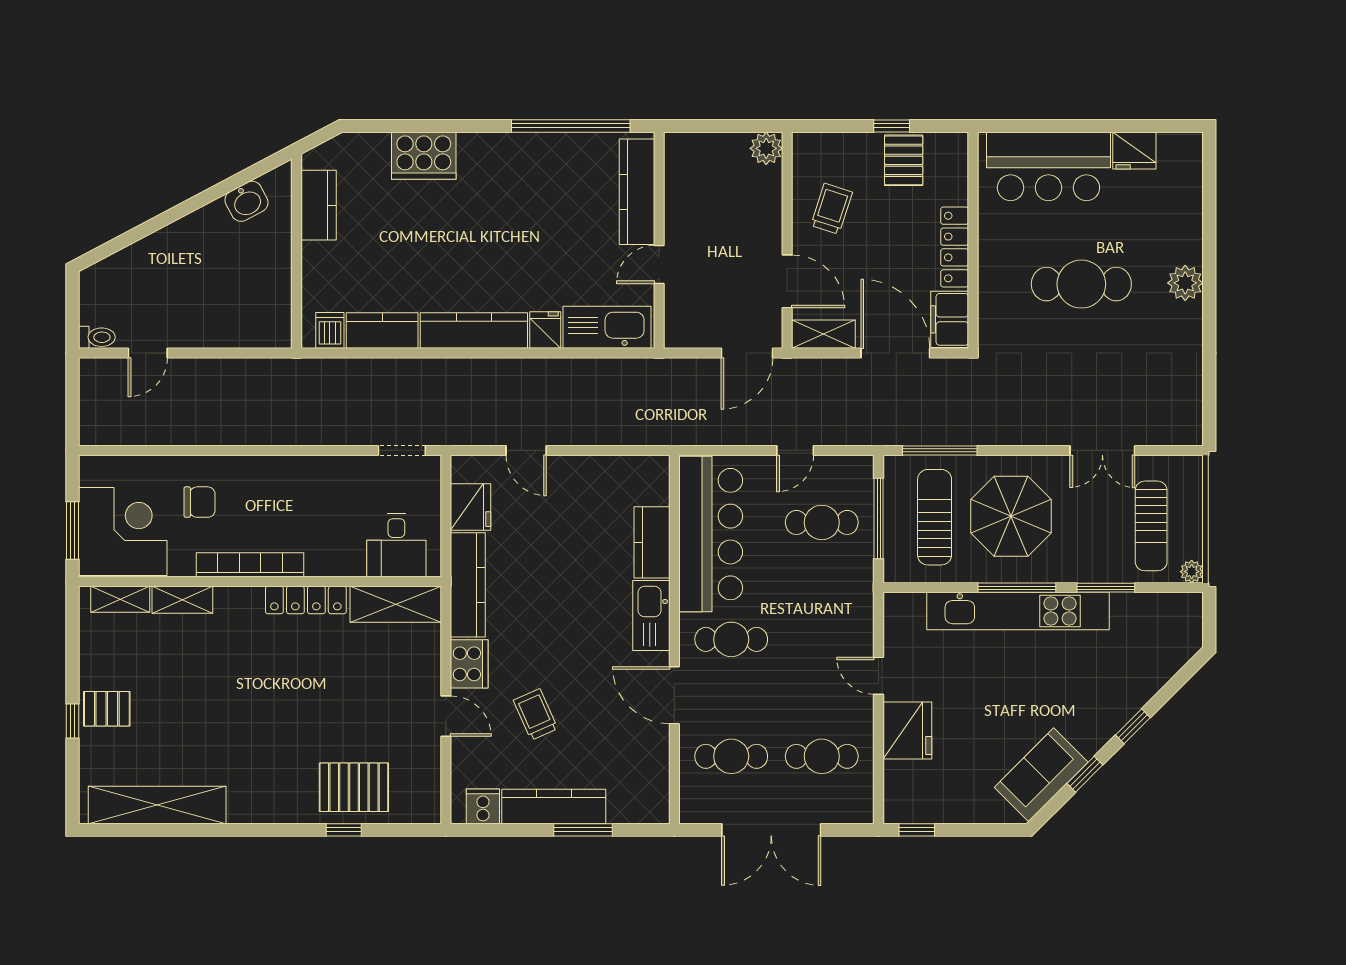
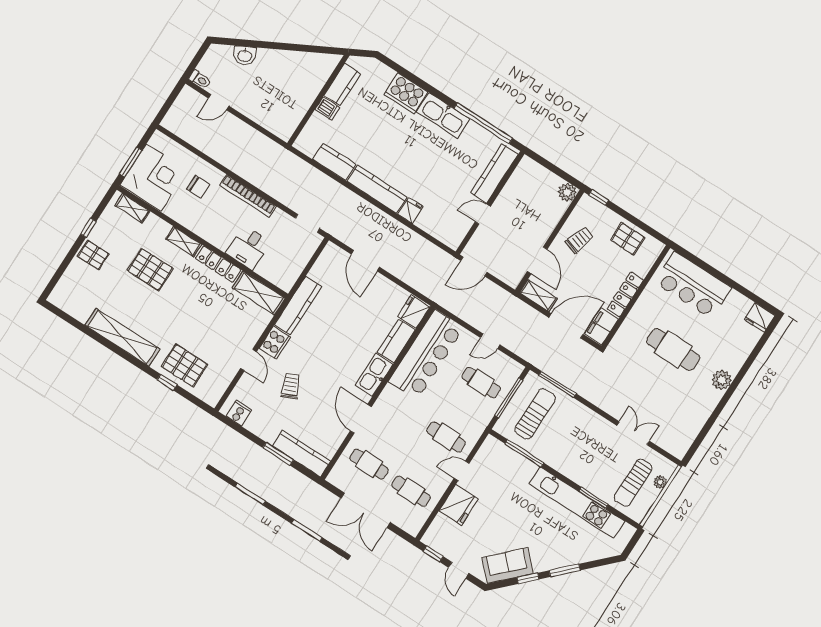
window: (892, 126) -> (599, 198), moved
fridge: (1134, 151) -> (760, 318), moved
pallet: (904, 160) -> (628, 239), turned 90
washbasin: (247, 201) -> (245, 55), moved
kitchen sink: (607, 327) -> (443, 115), moved, turned 180
dishwasher: (330, 330) -> (327, 109), moved, turned 90
door: (747, 353) -> (474, 266), moved
door: (895, 353) -> (566, 326), hinge flipped
door: (526, 450) -> (365, 261), width x1.38
double door: (1102, 450) -> (633, 433), swing flipped
fridge: (471, 507) -> (414, 312), moved, turned 180
parasol: (1011, 516) -> (571, 436), removed
desk: (396, 545) -> (248, 248), moved
bookcase: (250, 565) -> (248, 196), moved, turned 180
plant: (1192, 572) -> (660, 482), moved
window: (1017, 588) -> (524, 453), moved
shelving: (182, 600) -> (184, 242), moved
kitchen unit: (1018, 611) -> (577, 503), moved
cafe table: (731, 639) -> (446, 437), moved
pallet: (207, 675) -> (150, 269), added
door: (879, 676) -> (462, 471), hinge flipped
window: (73, 721) -> (88, 228), moved
window: (1133, 726) -> (565, 570), width x1.50
shelving: (157, 805) -> (122, 337), moved
kitchen counter: (554, 806) -> (301, 454), moved
door: (972, 830) -> (459, 570), added

